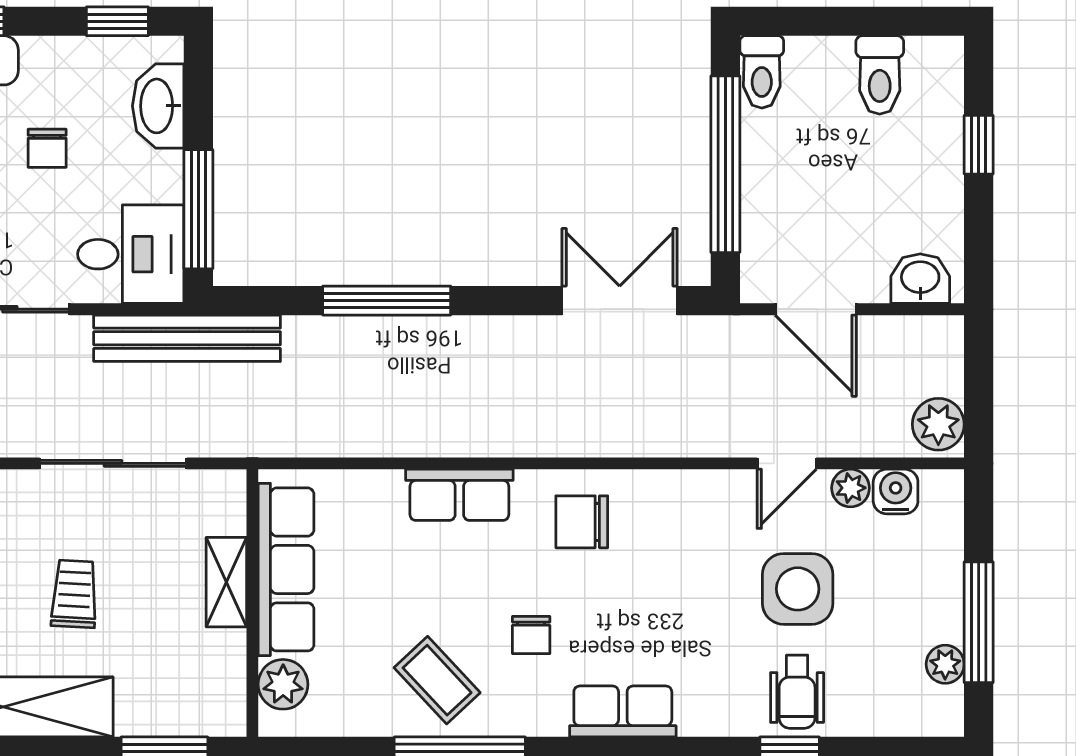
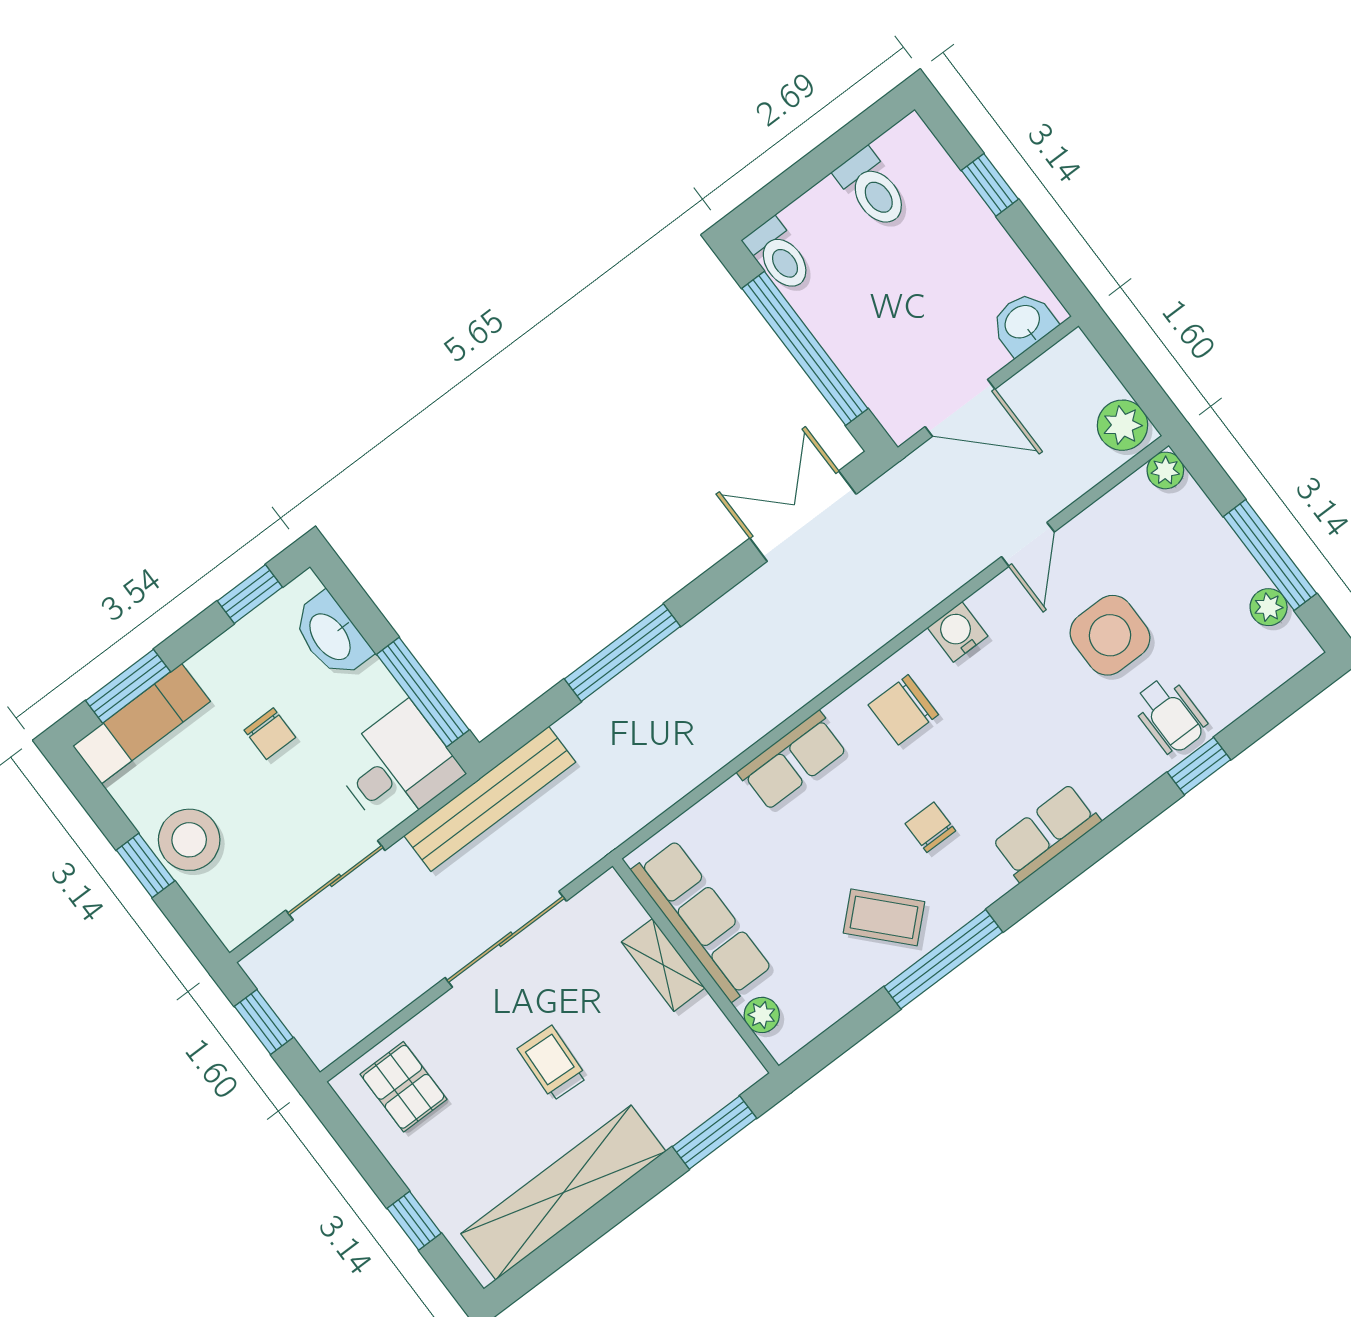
plant: (851, 488) -> (1165, 470), moved
water cooler: (896, 492) -> (958, 632), moved
chair: (531, 635) -> (930, 827), turned 180
plant: (283, 684) -> (762, 1015), width x0.73, depth x0.73

